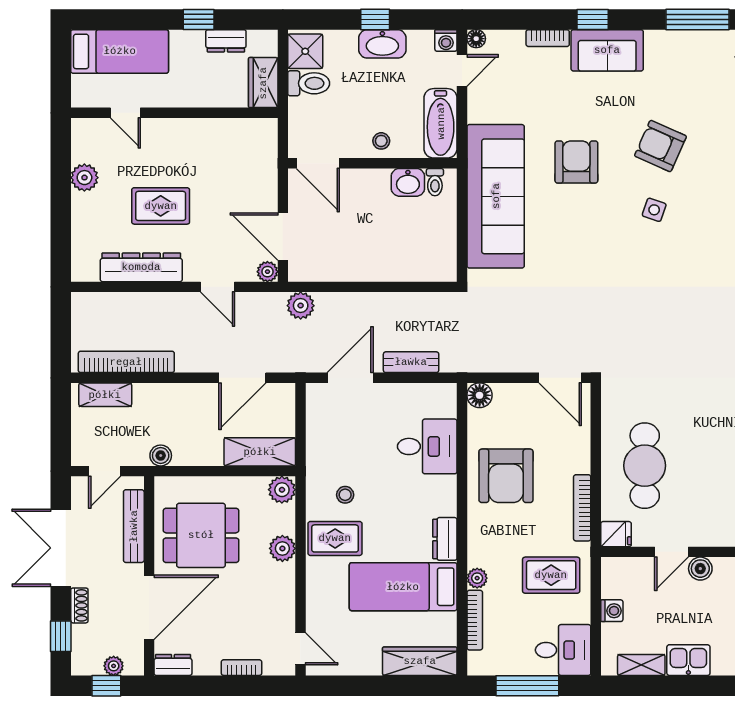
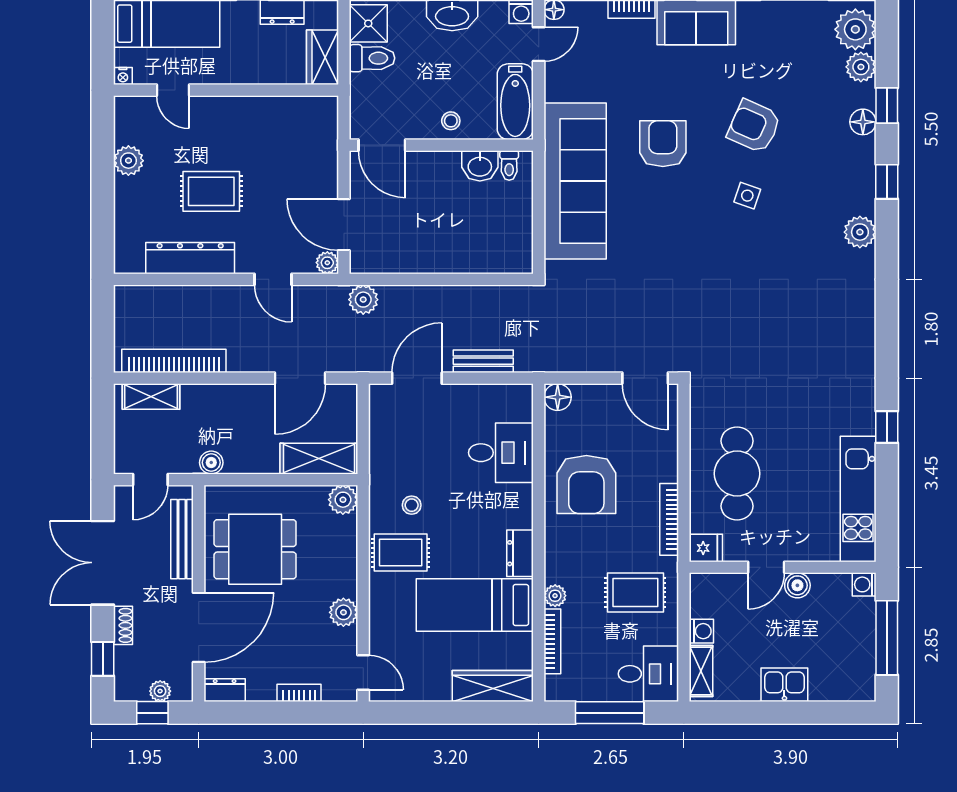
nightstand: (79, 100) -> (123, 76), added
plant: (282, 548) -> (343, 612), moved
shelving: (641, 665) -> (701, 671), moved, turned 90

